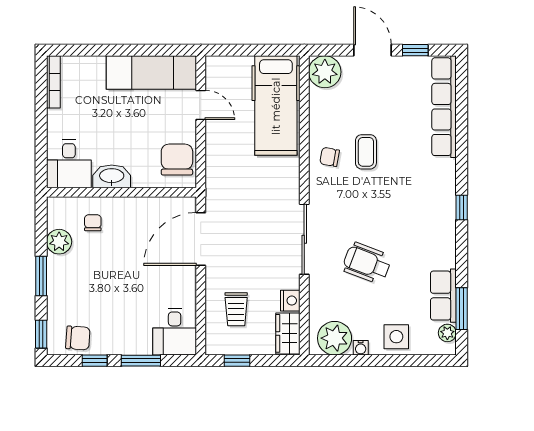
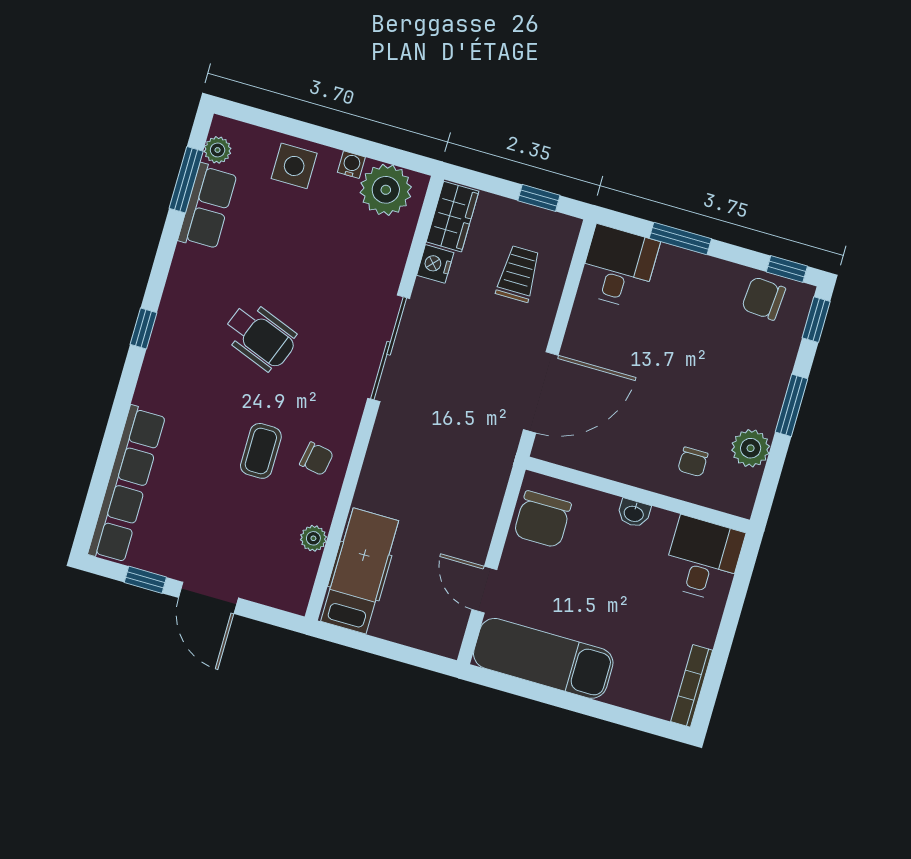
plant: (325, 72) -> (313, 538), moved, width x0.53, depth x0.53
hospital bed: (276, 106) -> (360, 571), width x0.73, depth x0.78
washbasin: (112, 176) -> (634, 513), width x0.52, depth x0.69
wheelchair: (367, 263) -> (260, 336), moved
window: (95, 361) -> (787, 269), moved

